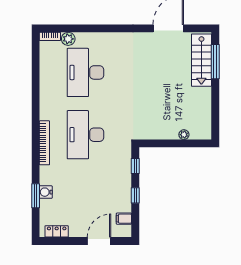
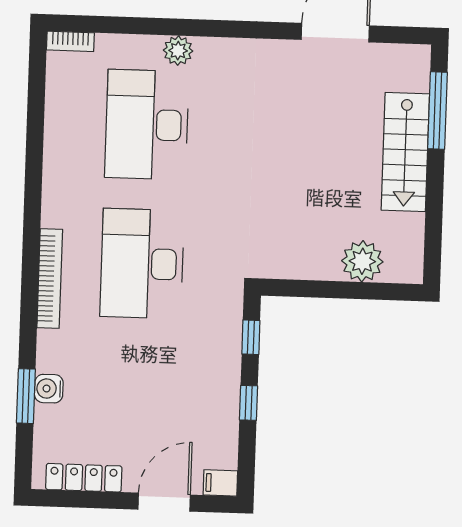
plant: (68, 39) -> (178, 51), moved
stairs: (201, 60) -> (405, 152), moved
plant: (184, 135) -> (362, 261), width x1.88, depth x1.88
filing cabinet: (124, 219) -> (220, 483), moved
locker: (57, 231) -> (84, 478), width x1.53

